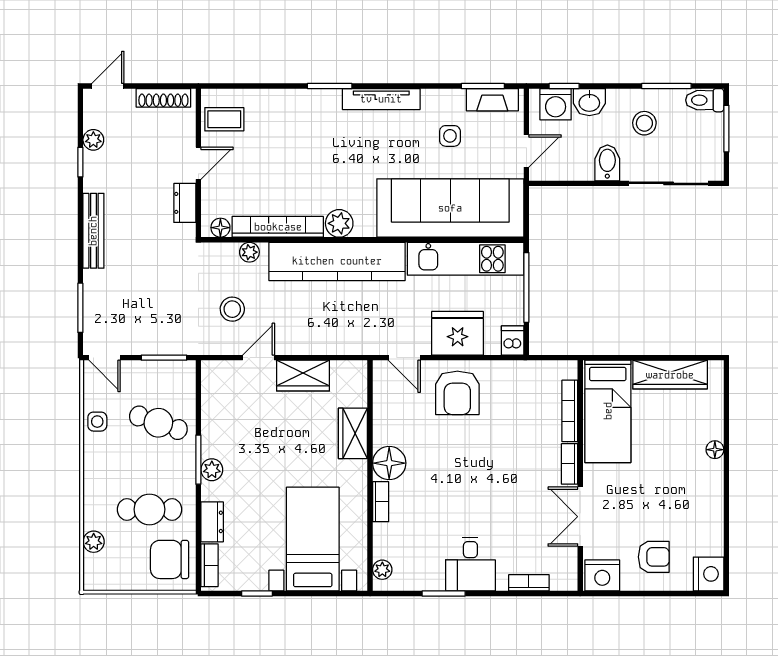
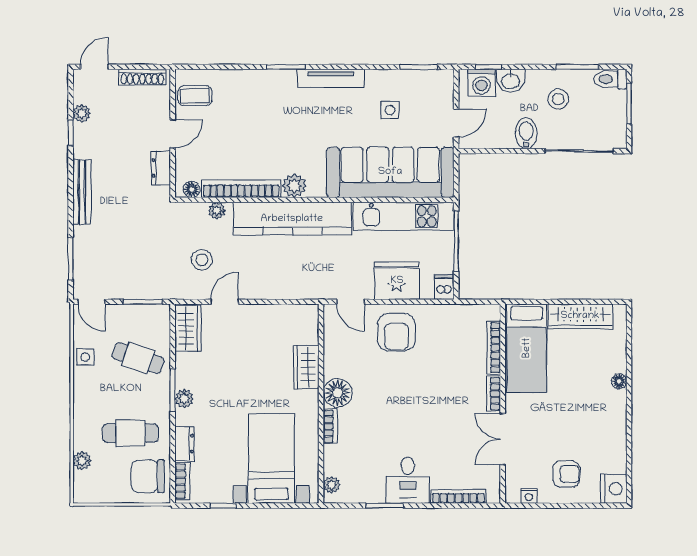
fireplace: (492, 100) -> (427, 79), removed
wardrobe: (303, 376) -> (188, 328), moved, turned -90
nightstand: (602, 575) -> (529, 496), width x0.53, depth x0.56
bookcase: (529, 583) -> (458, 496), width x1.56

